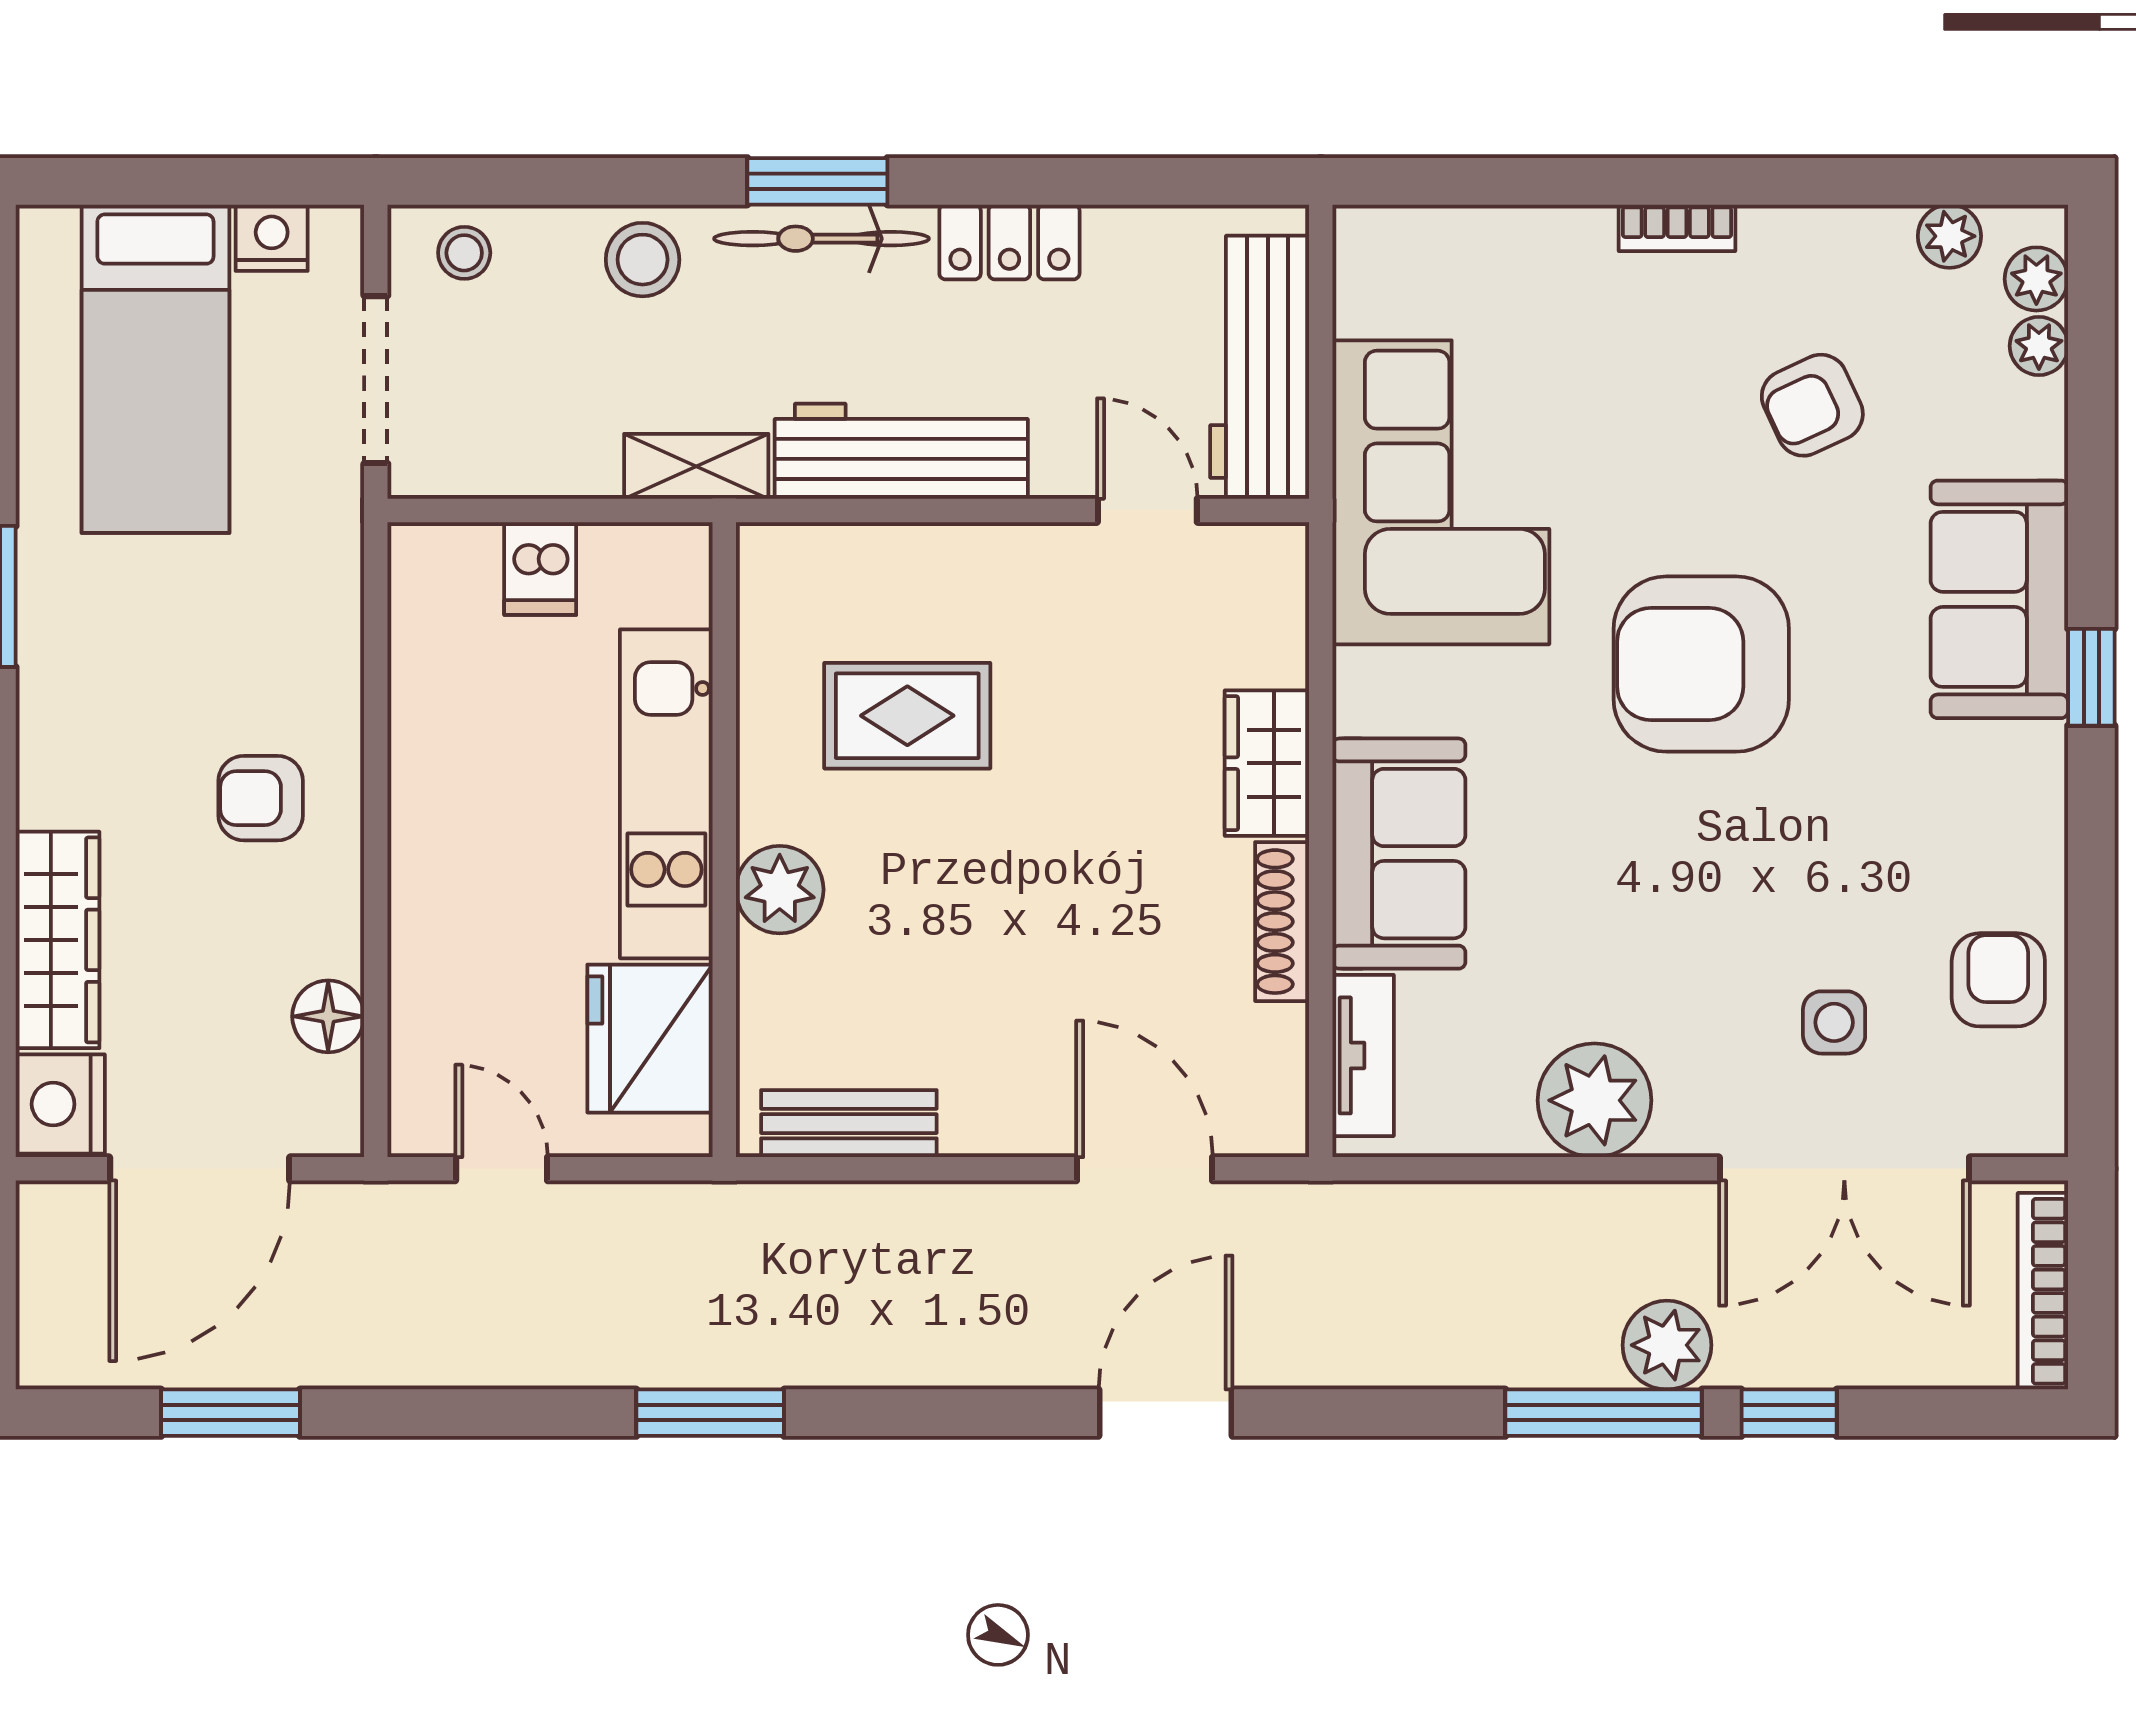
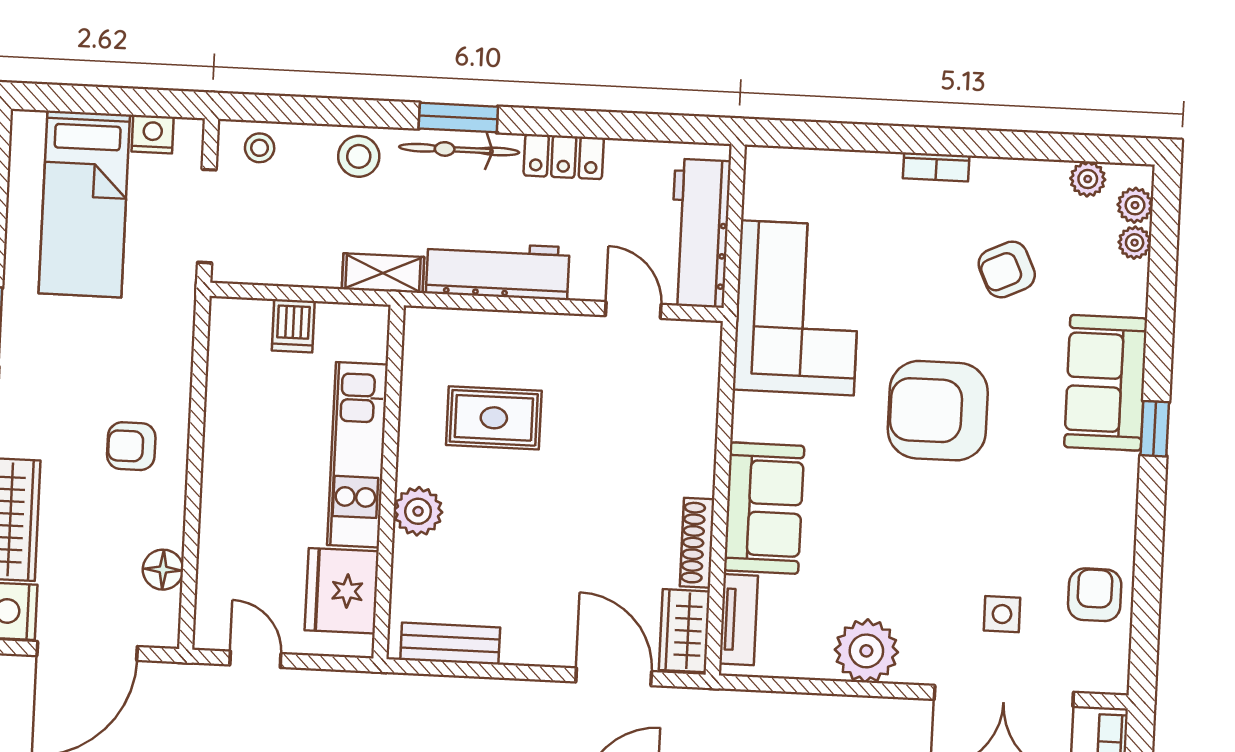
wardrobe: (1267, 763) -> (684, 631), moved

